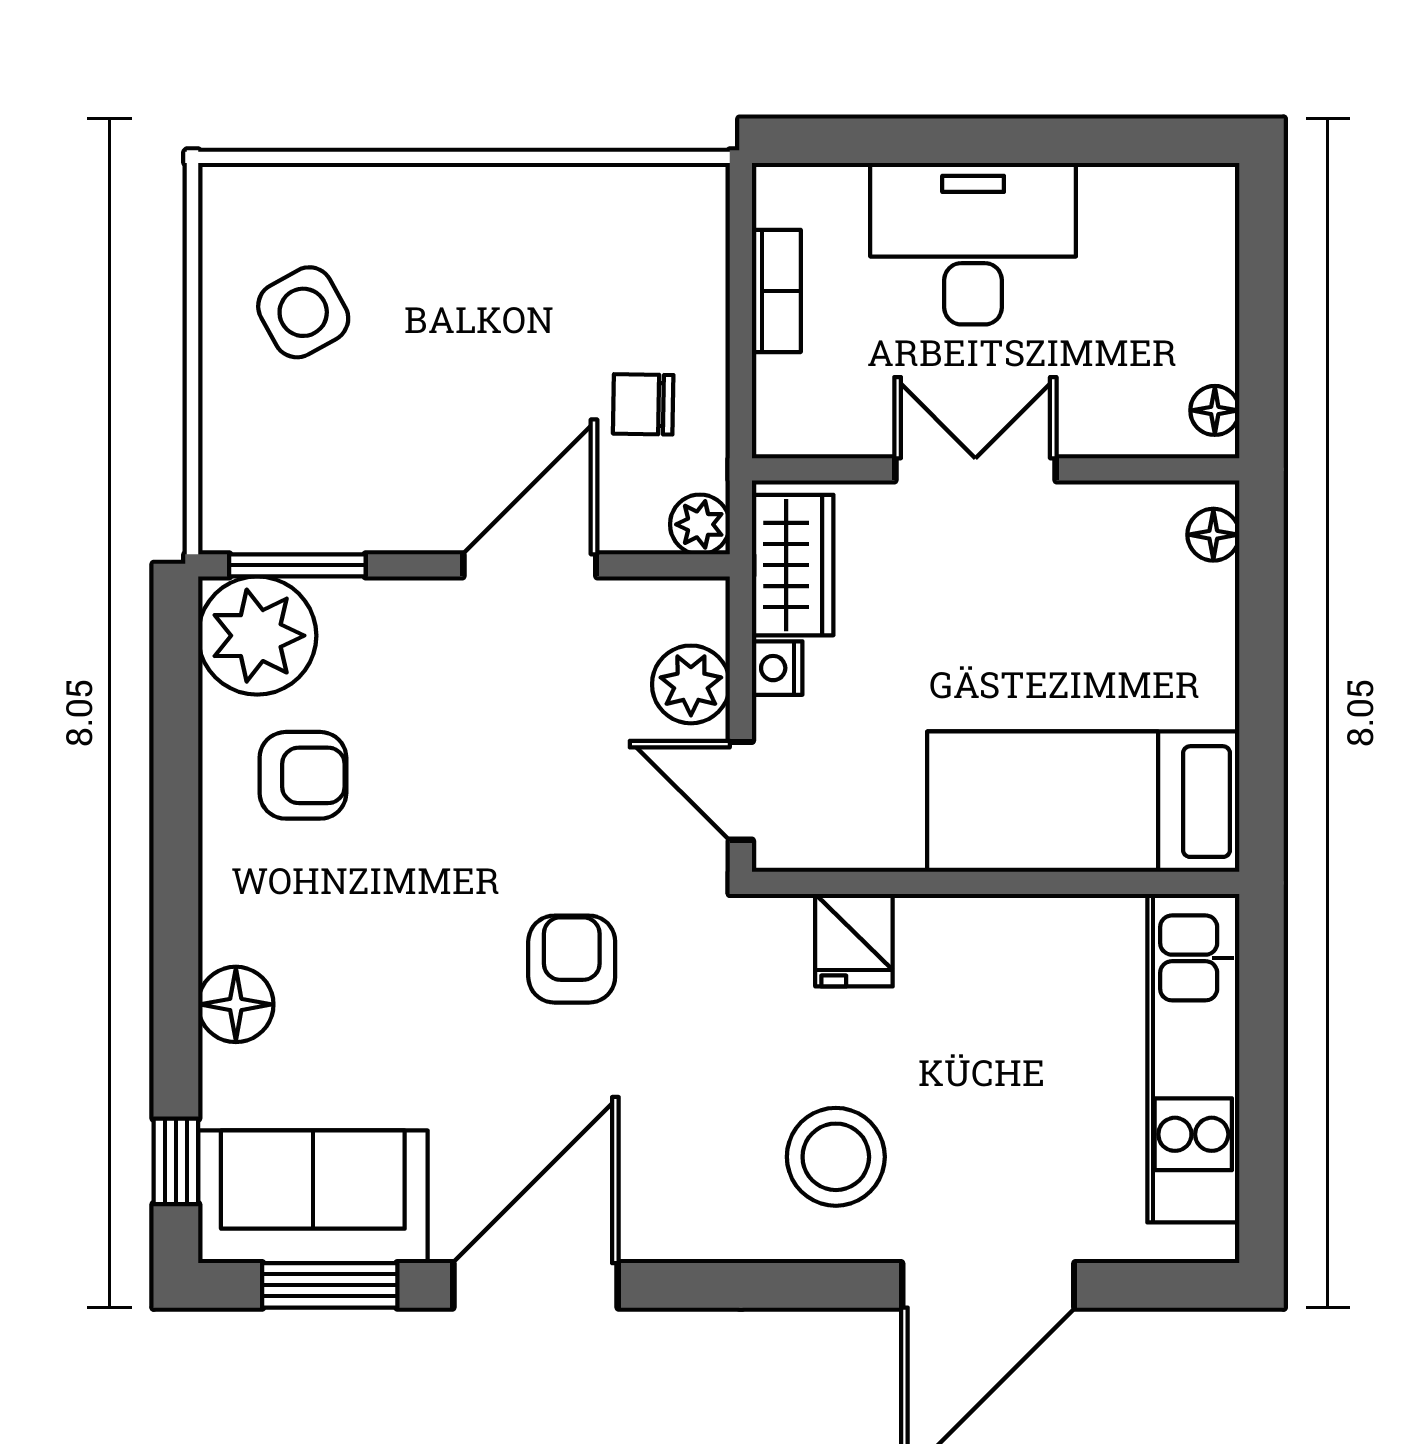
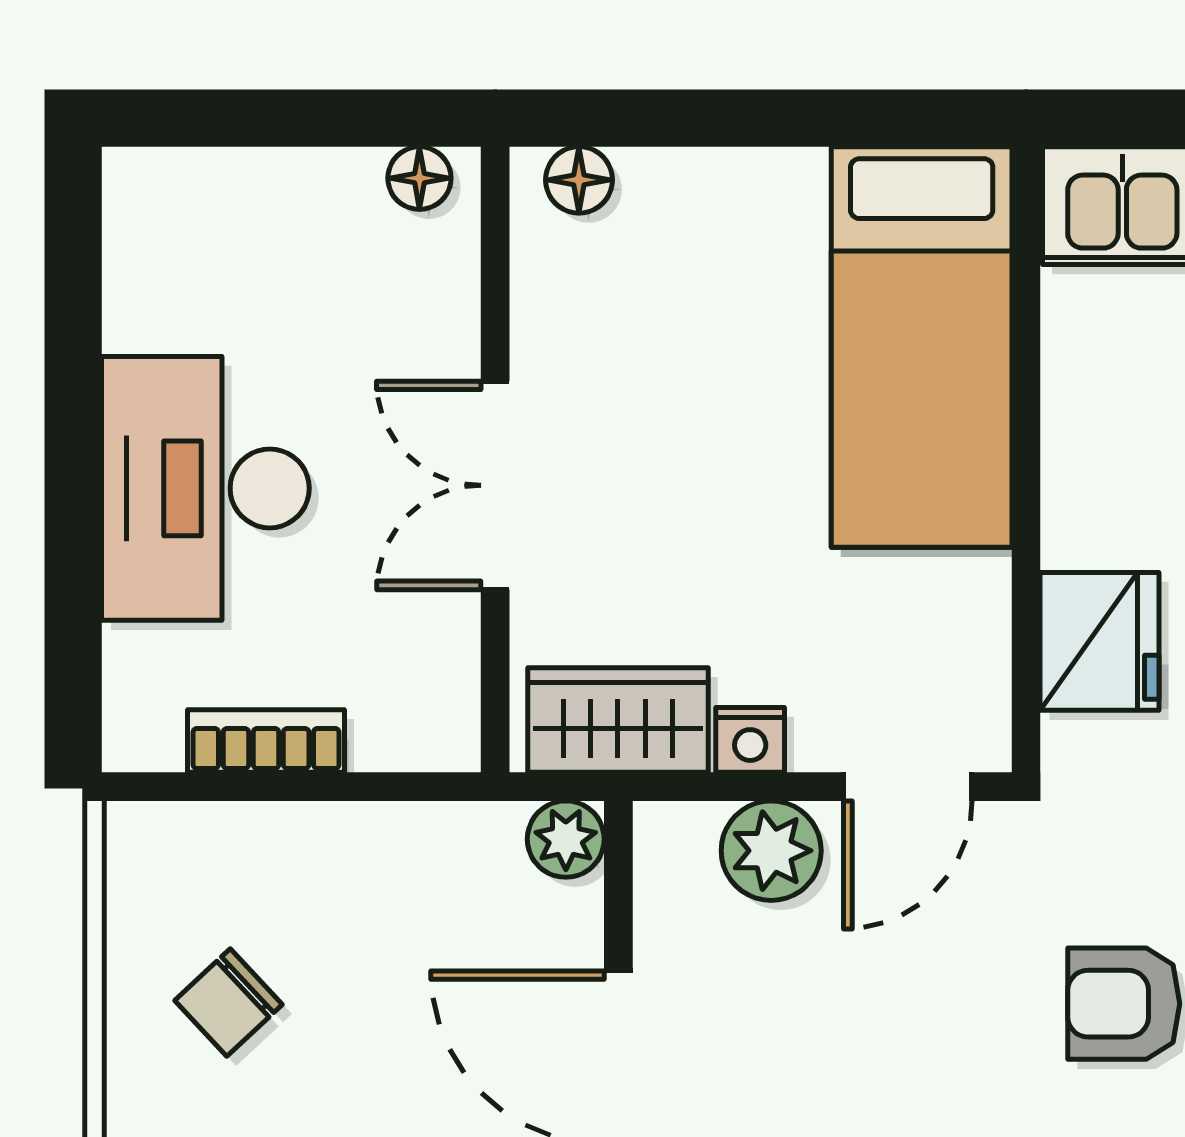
chair: (643, 404) -> (229, 1003), moved, turned 46
fridge: (854, 940) -> (1100, 641), width x1.38

